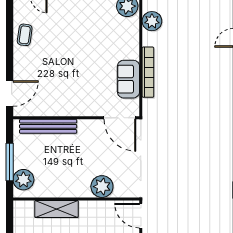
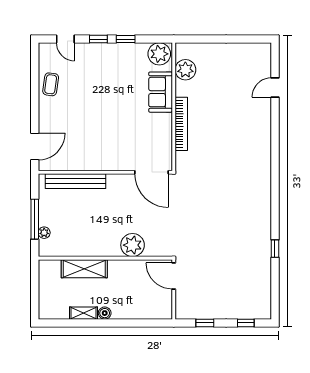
sofa: (128, 79) -> (161, 92), moved
plant: (23, 180) -> (44, 233), width x0.53, depth x0.53

